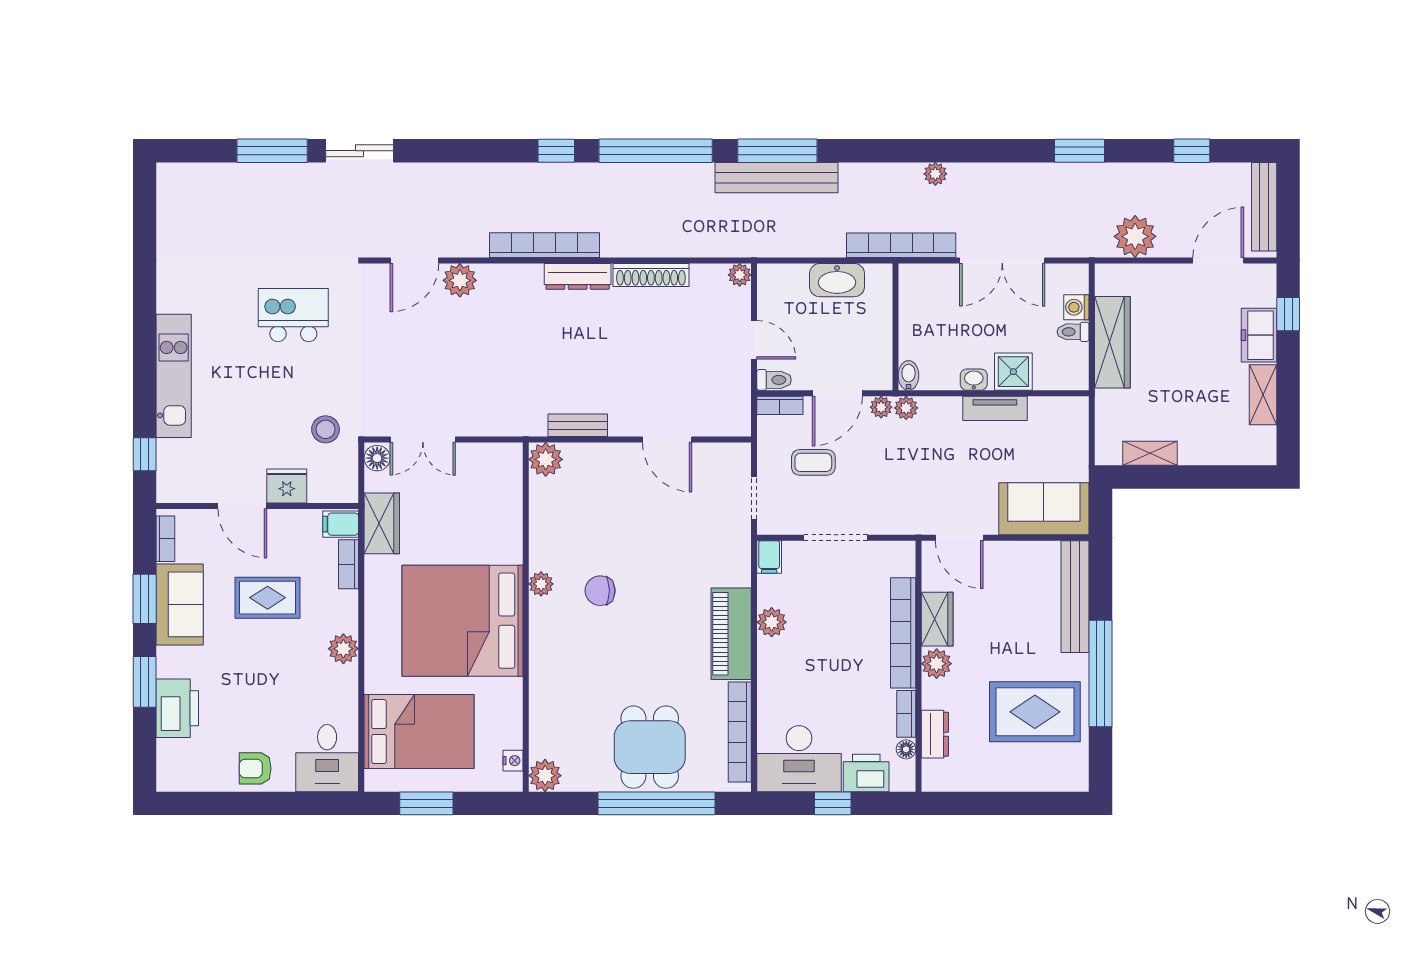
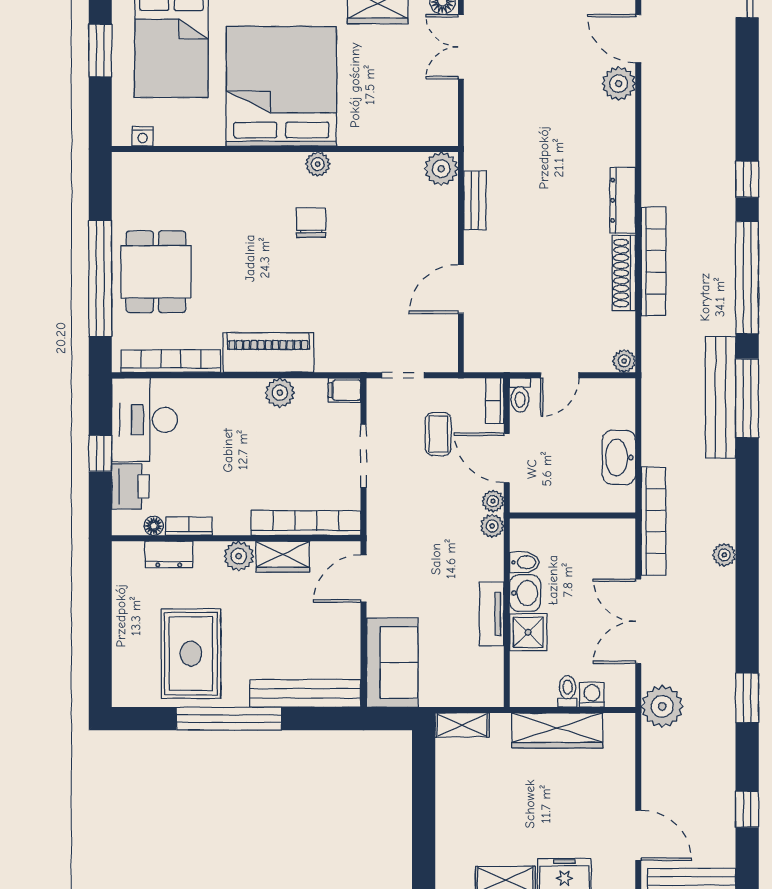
plant: (1135, 236) -> (662, 706), moved
bookcase: (545, 245) -> (654, 262), moved
bidet: (909, 375) -> (524, 562), moved
washbasin: (974, 380) -> (525, 593), width x1.38, depth x1.45
shelving: (1150, 453) -> (462, 725), moved, turned 90
bookcase: (903, 633) -> (306, 523), moved
dining table: (650, 747) -> (156, 272), turned 90
plant: (545, 776) -> (128, 168), removed

